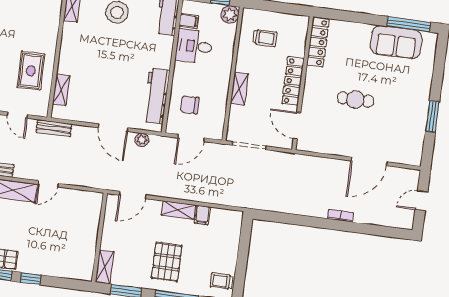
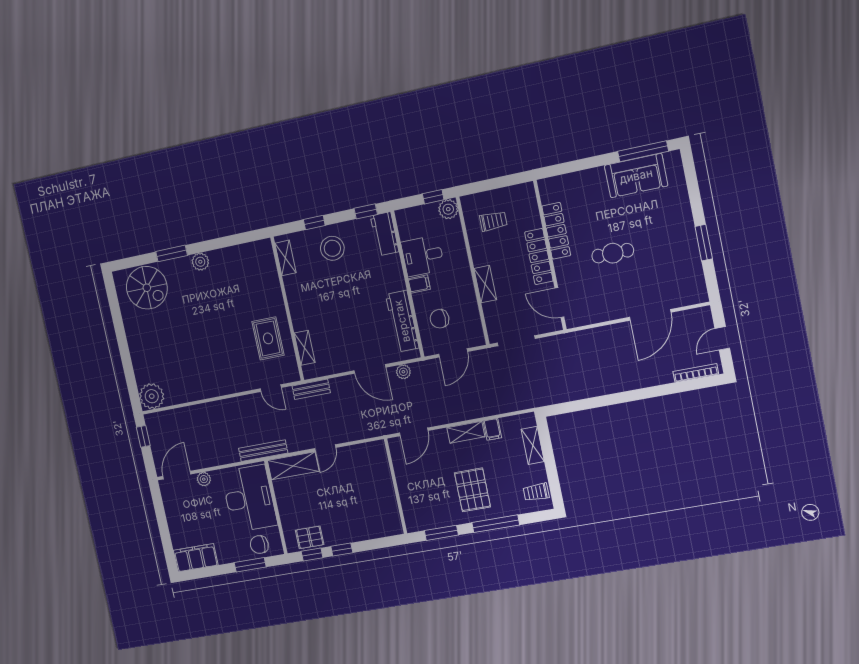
filing cabinet: (189, 21) -> (419, 284), moved
locker: (318, 42) -> (556, 231), moved
bookcase: (340, 216) -> (696, 373), moved, width x1.56
shelving: (105, 267) -> (533, 445), moved

